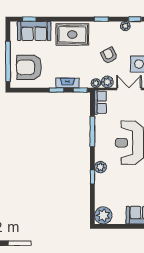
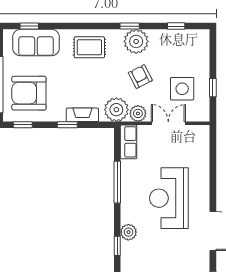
plant: (125, 26) -> (136, 41), moved, width x1.88, depth x1.88
rug: (72, 34) -> (89, 47), width x0.73, depth x0.70
plant: (96, 83) -> (116, 110), width x1.87, depth x1.87
window: (80, 90) -> (23, 125), moved

